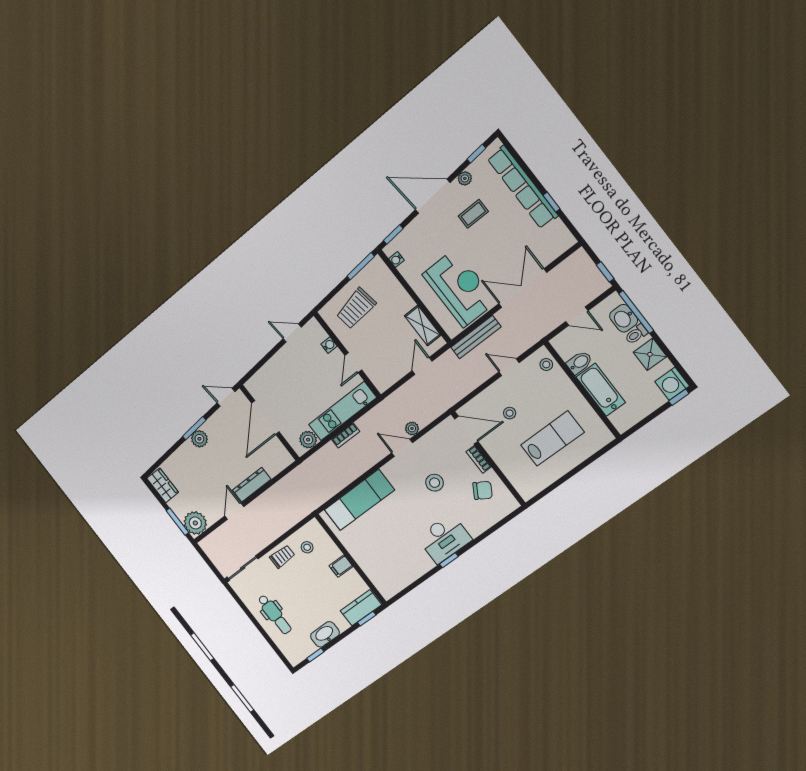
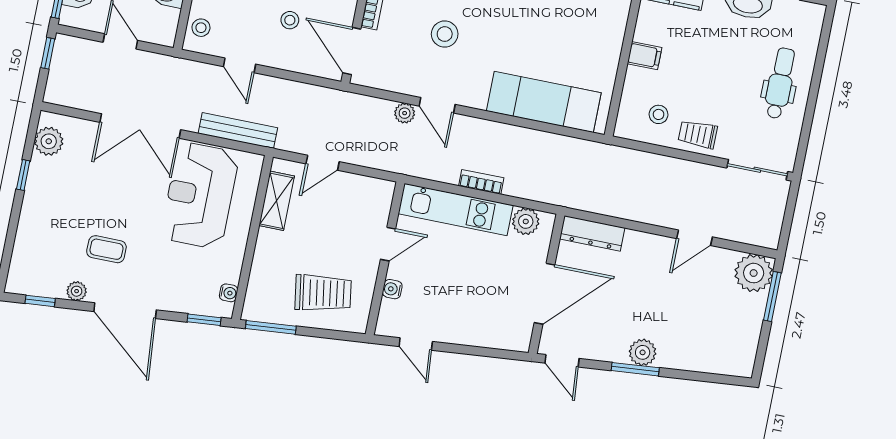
row of seats: (523, 187) -> (34, 220), removed
plant: (557, 232) -> (49, 141), added
wardrobe: (163, 485) -> (743, 351), removed
dresser: (252, 485) -> (592, 233), moved

